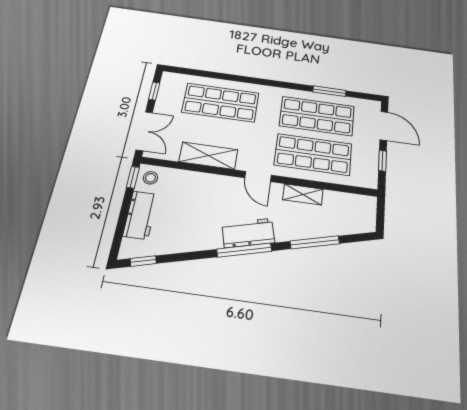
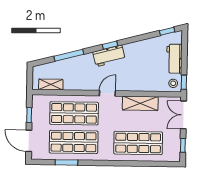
door: (258, 176) -> (107, 93), hinge flipped
shelving: (303, 194) -> (51, 84), moved
window: (244, 250) -> (110, 45), width x0.46

